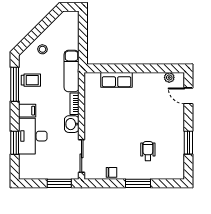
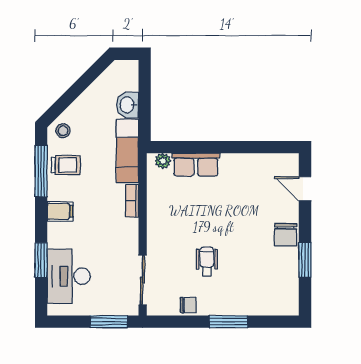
stool: (42, 49) -> (63, 131), moved
plant: (169, 77) -> (163, 161), moved
washbasin: (72, 124) -> (128, 105), moved
chair: (176, 126) -> (286, 235), added
desk: (33, 136) -> (69, 276), moved
wheelchair: (148, 151) -> (207, 262), moved

